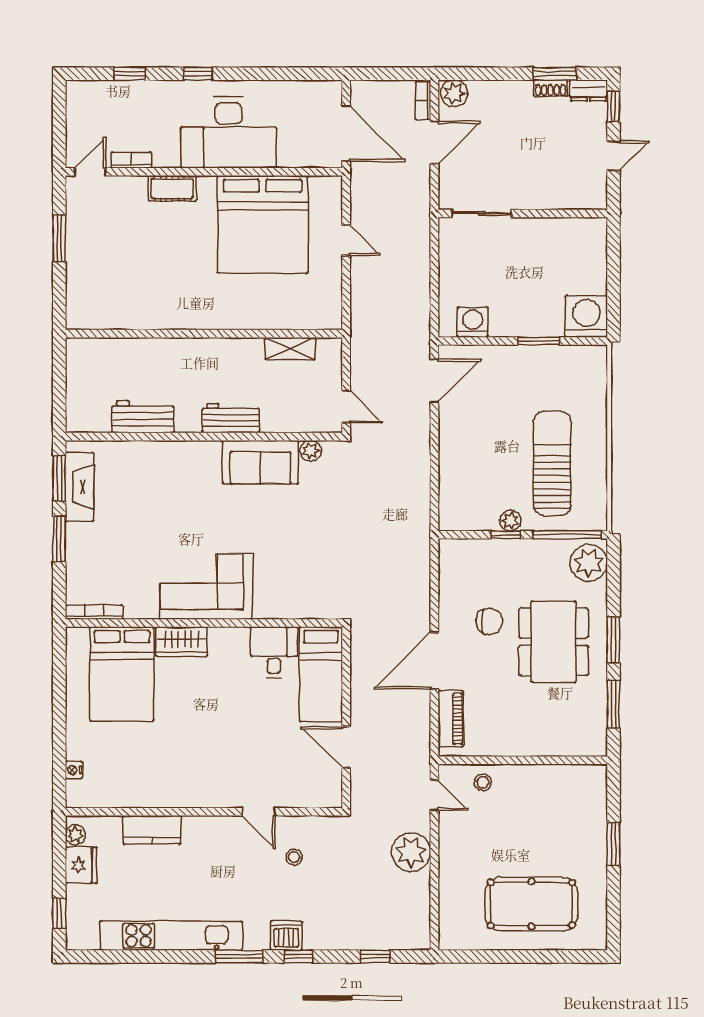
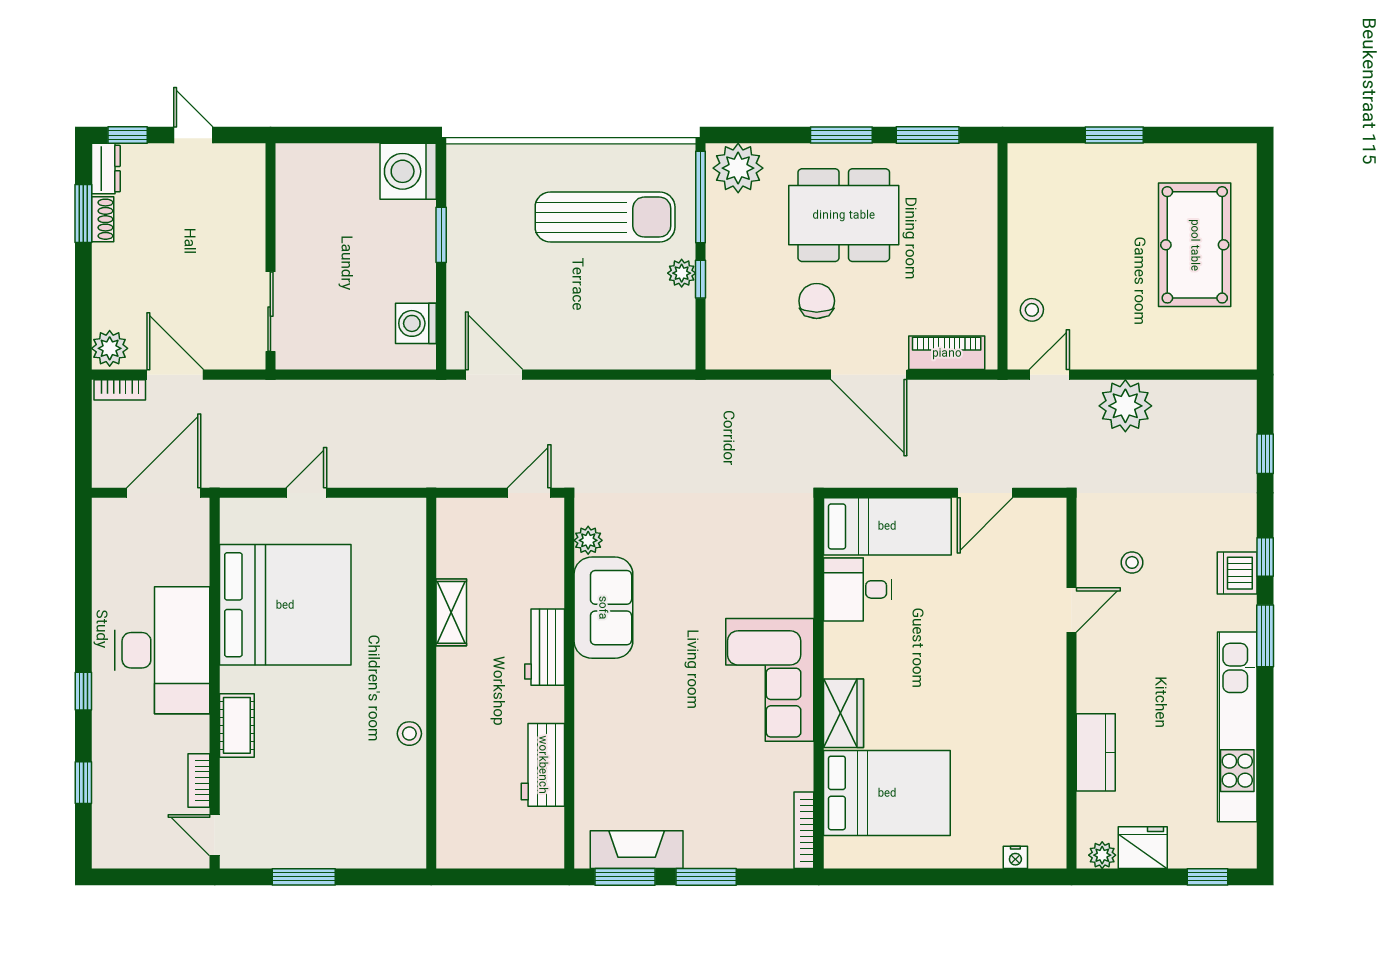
stool: (166, 317) -> (409, 734), added
shelving: (290, 349) -> (451, 612), moved
sun lounger: (552, 463) -> (605, 217), turned 180

